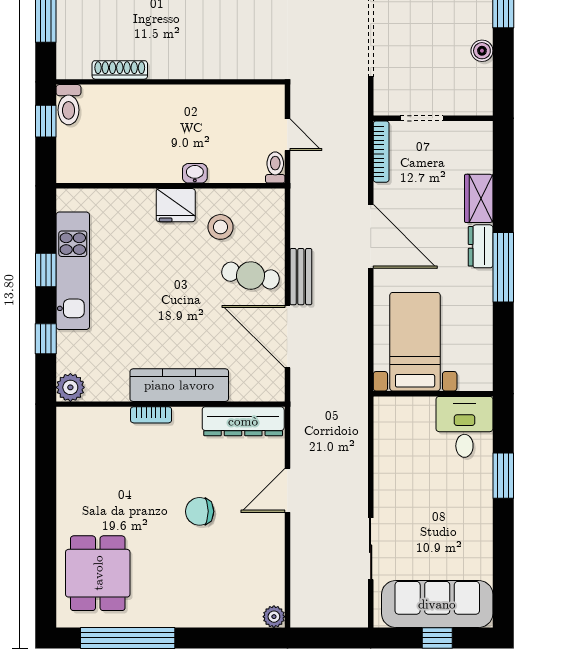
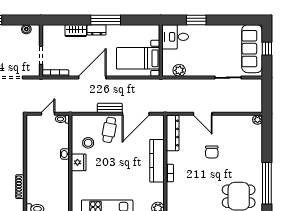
boiler: (482, 51) -> (26, 29), moved
plant: (387, 436) -> (179, 70), added

